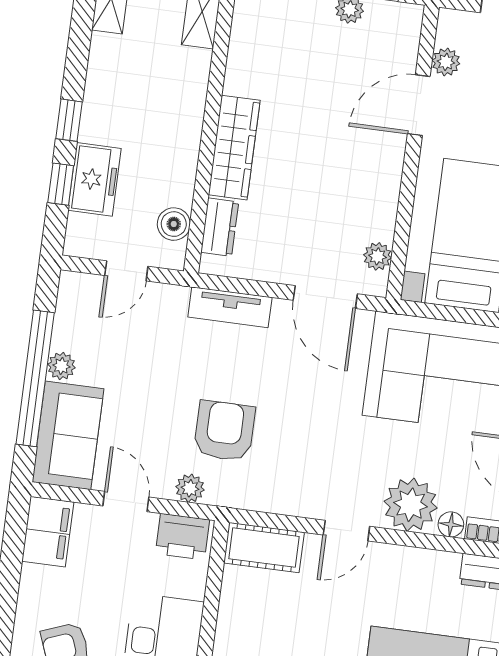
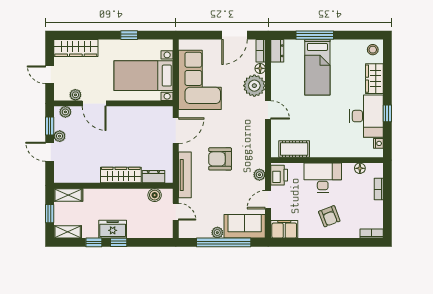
freezer: (94, 179) -> (113, 229), moved
window: (61, 184) -> (94, 242), moved
plant: (378, 256) -> (65, 112), moved
tv unit: (230, 307) -> (185, 175), width x1.41
armchair: (224, 431) -> (220, 159), moved
cot: (264, 548) -> (294, 149), moved, turned 90

